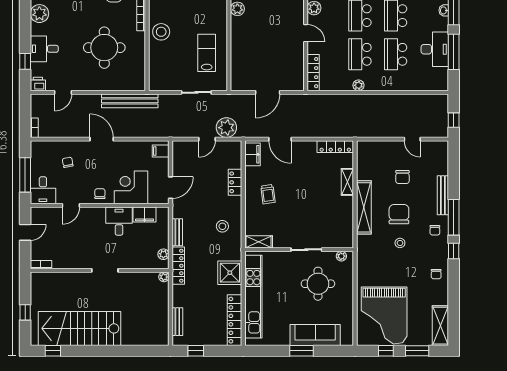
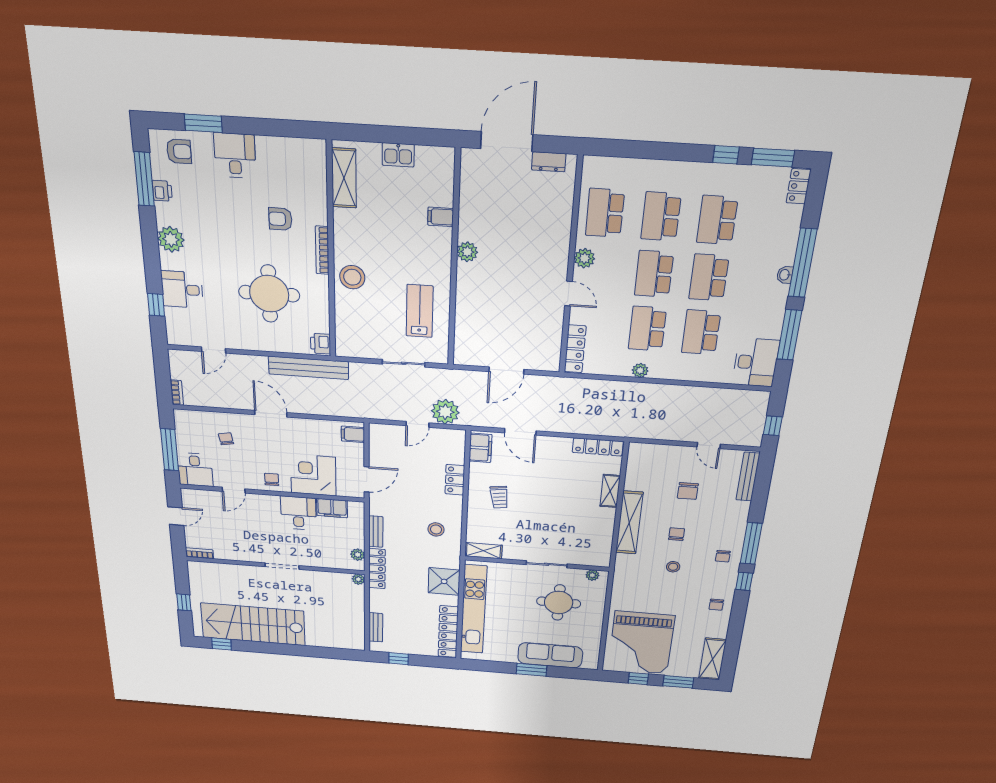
desk: (435, 49) -> (756, 362), moved
printer: (38, 84) -> (321, 344), moved, turned -90
bench: (443, 195) -> (748, 477), moved
chair: (399, 214) -> (677, 534), width x0.54, depth x0.54

